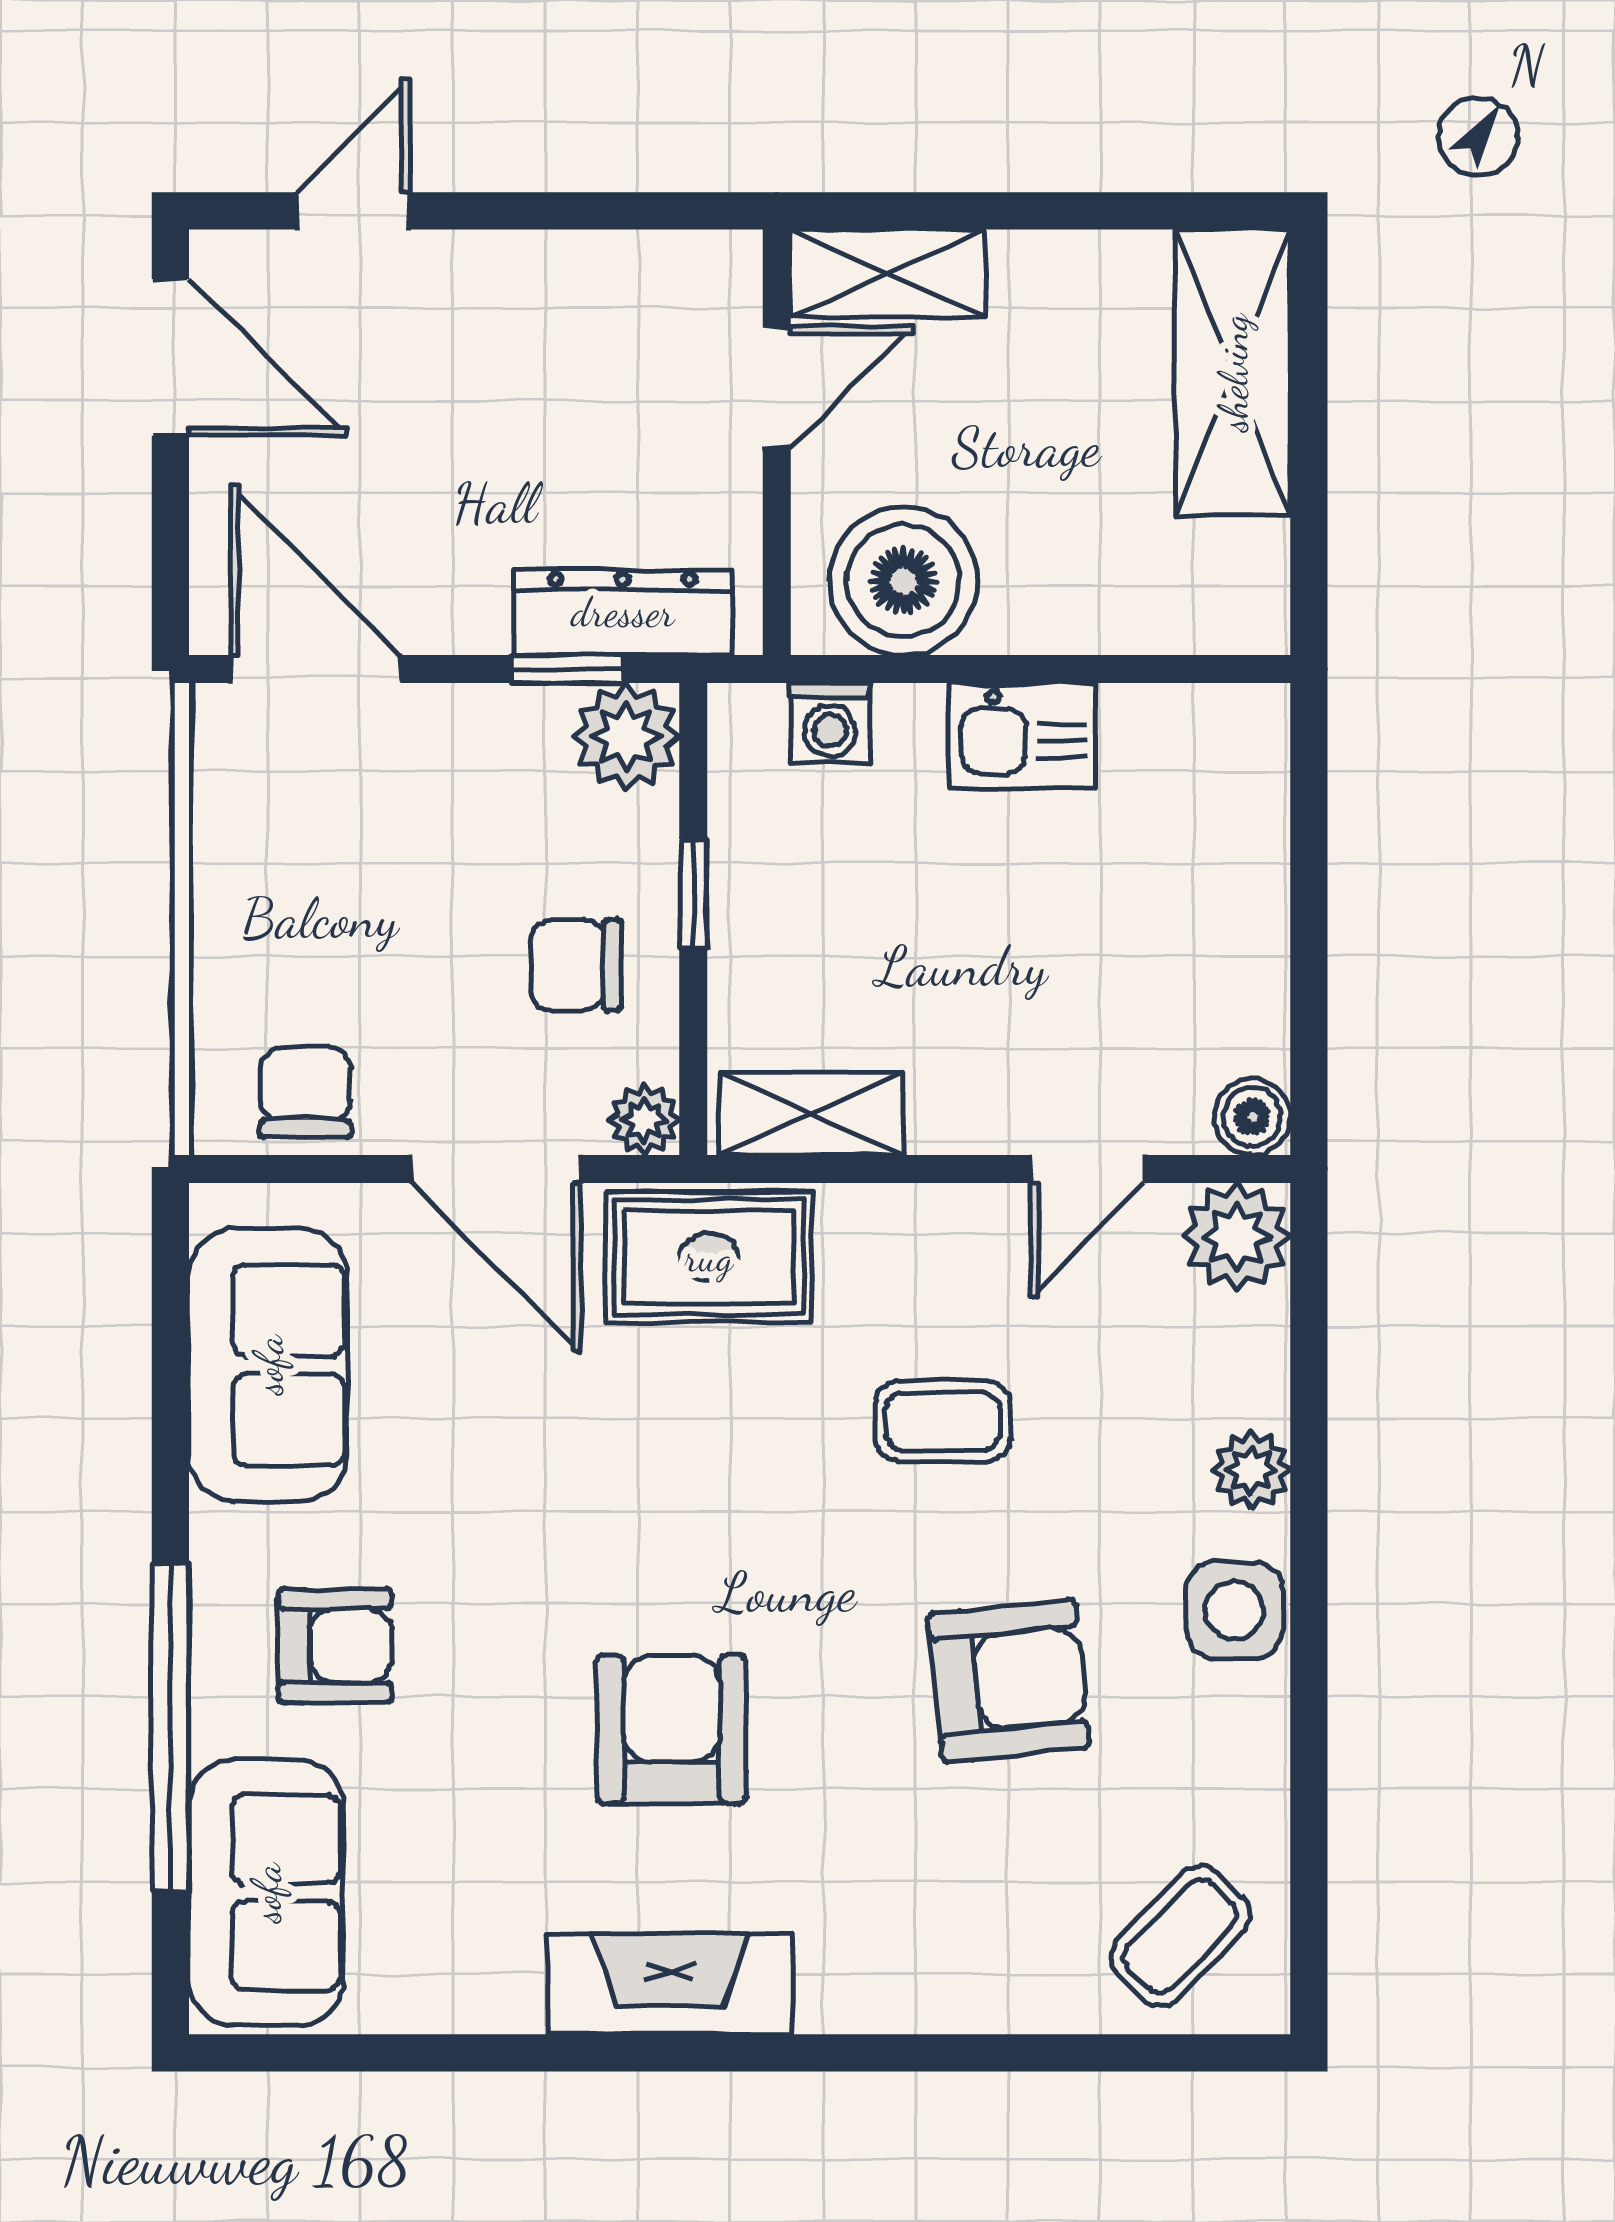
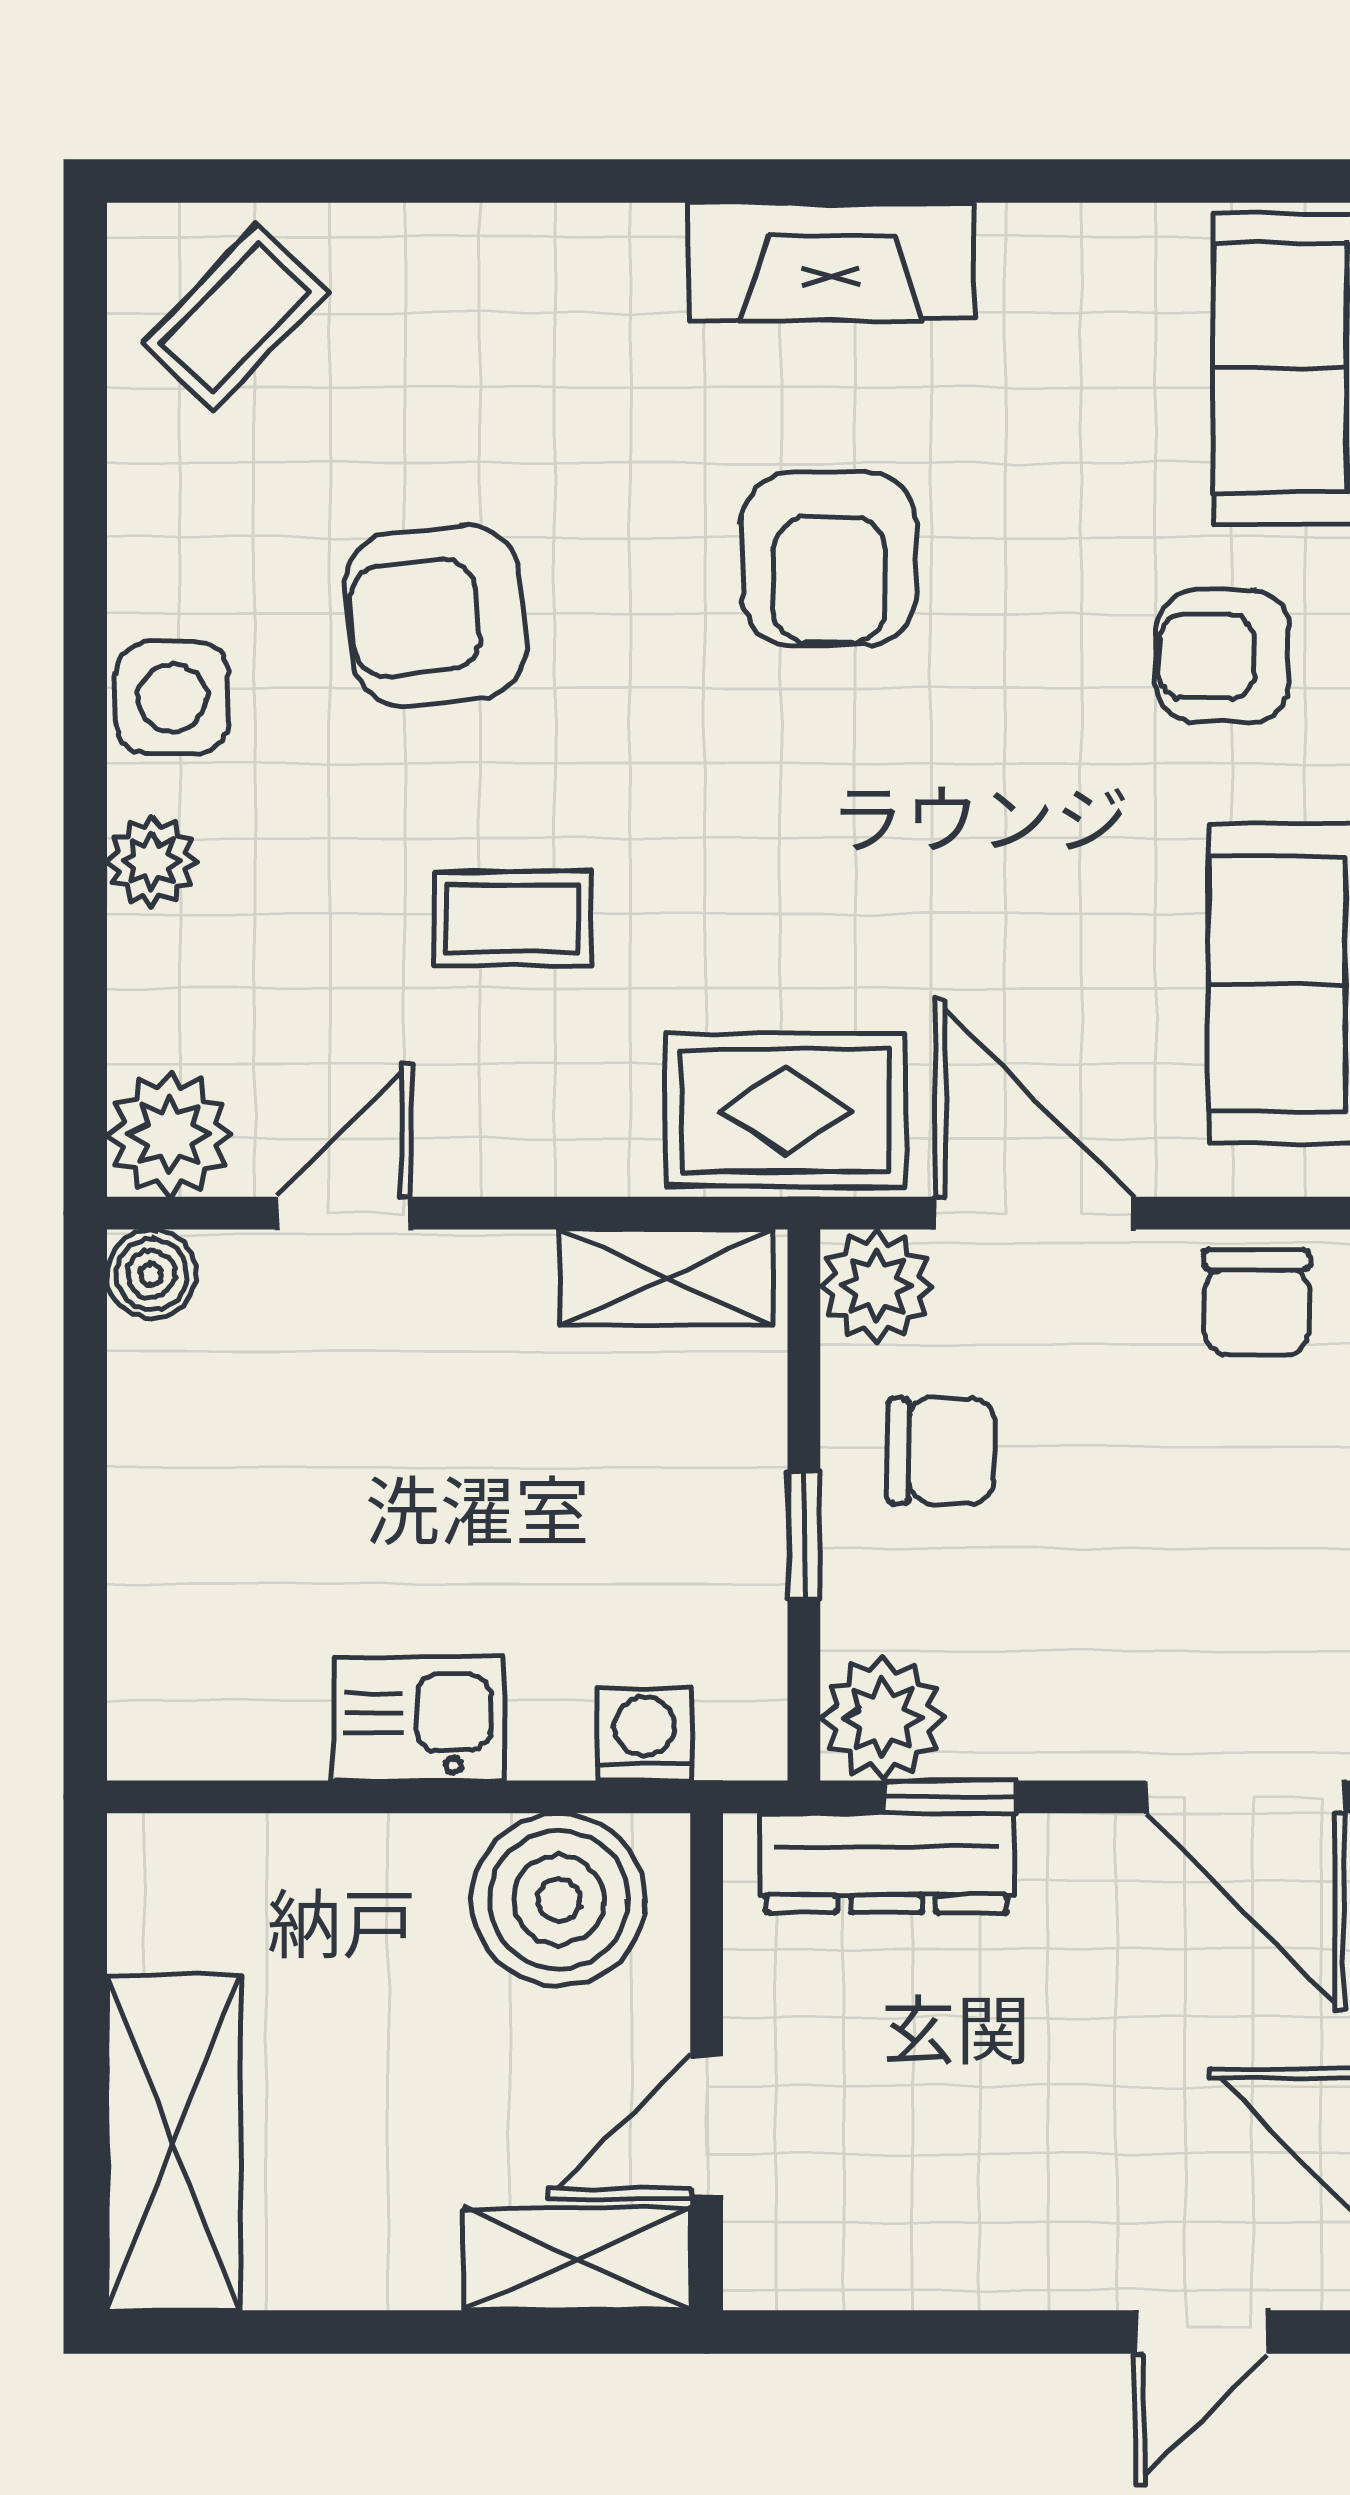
plant: (644, 1120) -> (877, 1286), width x1.38, depth x1.38

